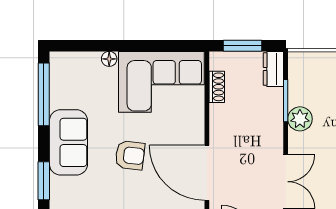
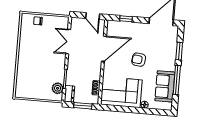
window: (44, 94) -> (177, 80), moved
plant: (300, 119) -> (58, 88), moved
sofa: (68, 142) -> (165, 86), moved
door: (207, 173) -> (104, 49), hinge flipped

